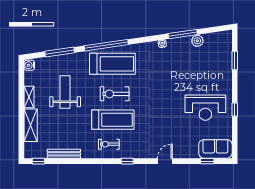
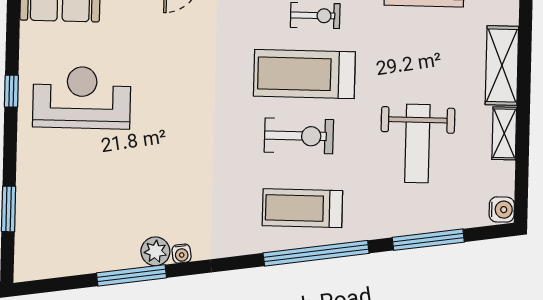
plant: (197, 41) -> (155, 251), moved
treadmill: (112, 64) -> (302, 208), width x0.73, depth x0.73

